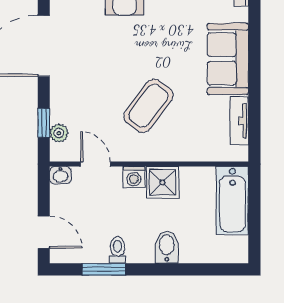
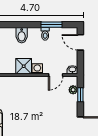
coffee table: (148, 106) -> (30, 103), removed
door: (96, 164) -> (56, 75), hinge flipped

